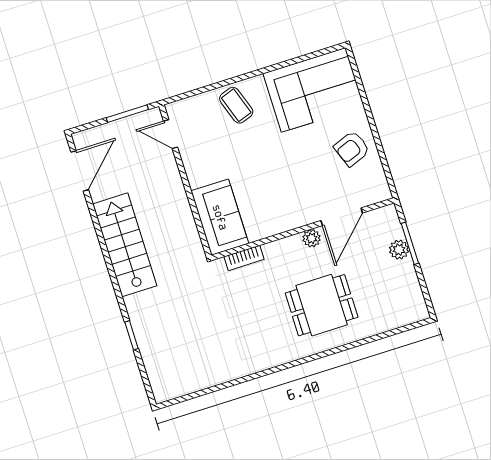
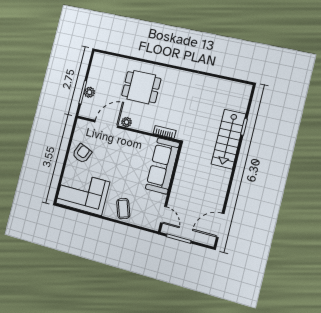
armchair: (352, 149) -> (82, 153), turned -46
sofa: (220, 217) -> (163, 166), width x1.36
stairs: (125, 245) -> (228, 139), moved

